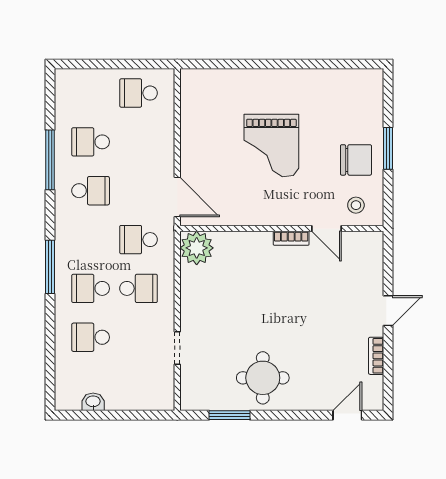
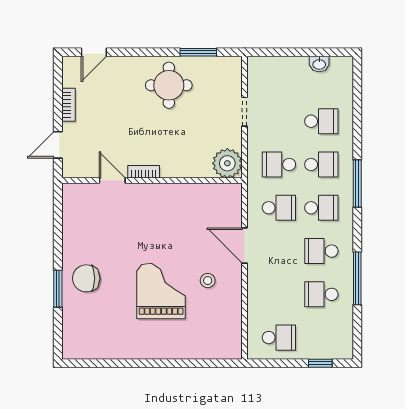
window: (92, 64) -> (320, 363), added
school desk: (91, 142) -> (321, 294), turned 180
stool: (356, 205) -> (208, 281), moved
wall: (282, 229) -> (152, 180), moved
door: (326, 229) -> (112, 180), moved
bookcase: (291, 238) -> (144, 172), moved
school desk: (91, 240) -> (321, 208), added
plant: (197, 248) -> (227, 163), moved

